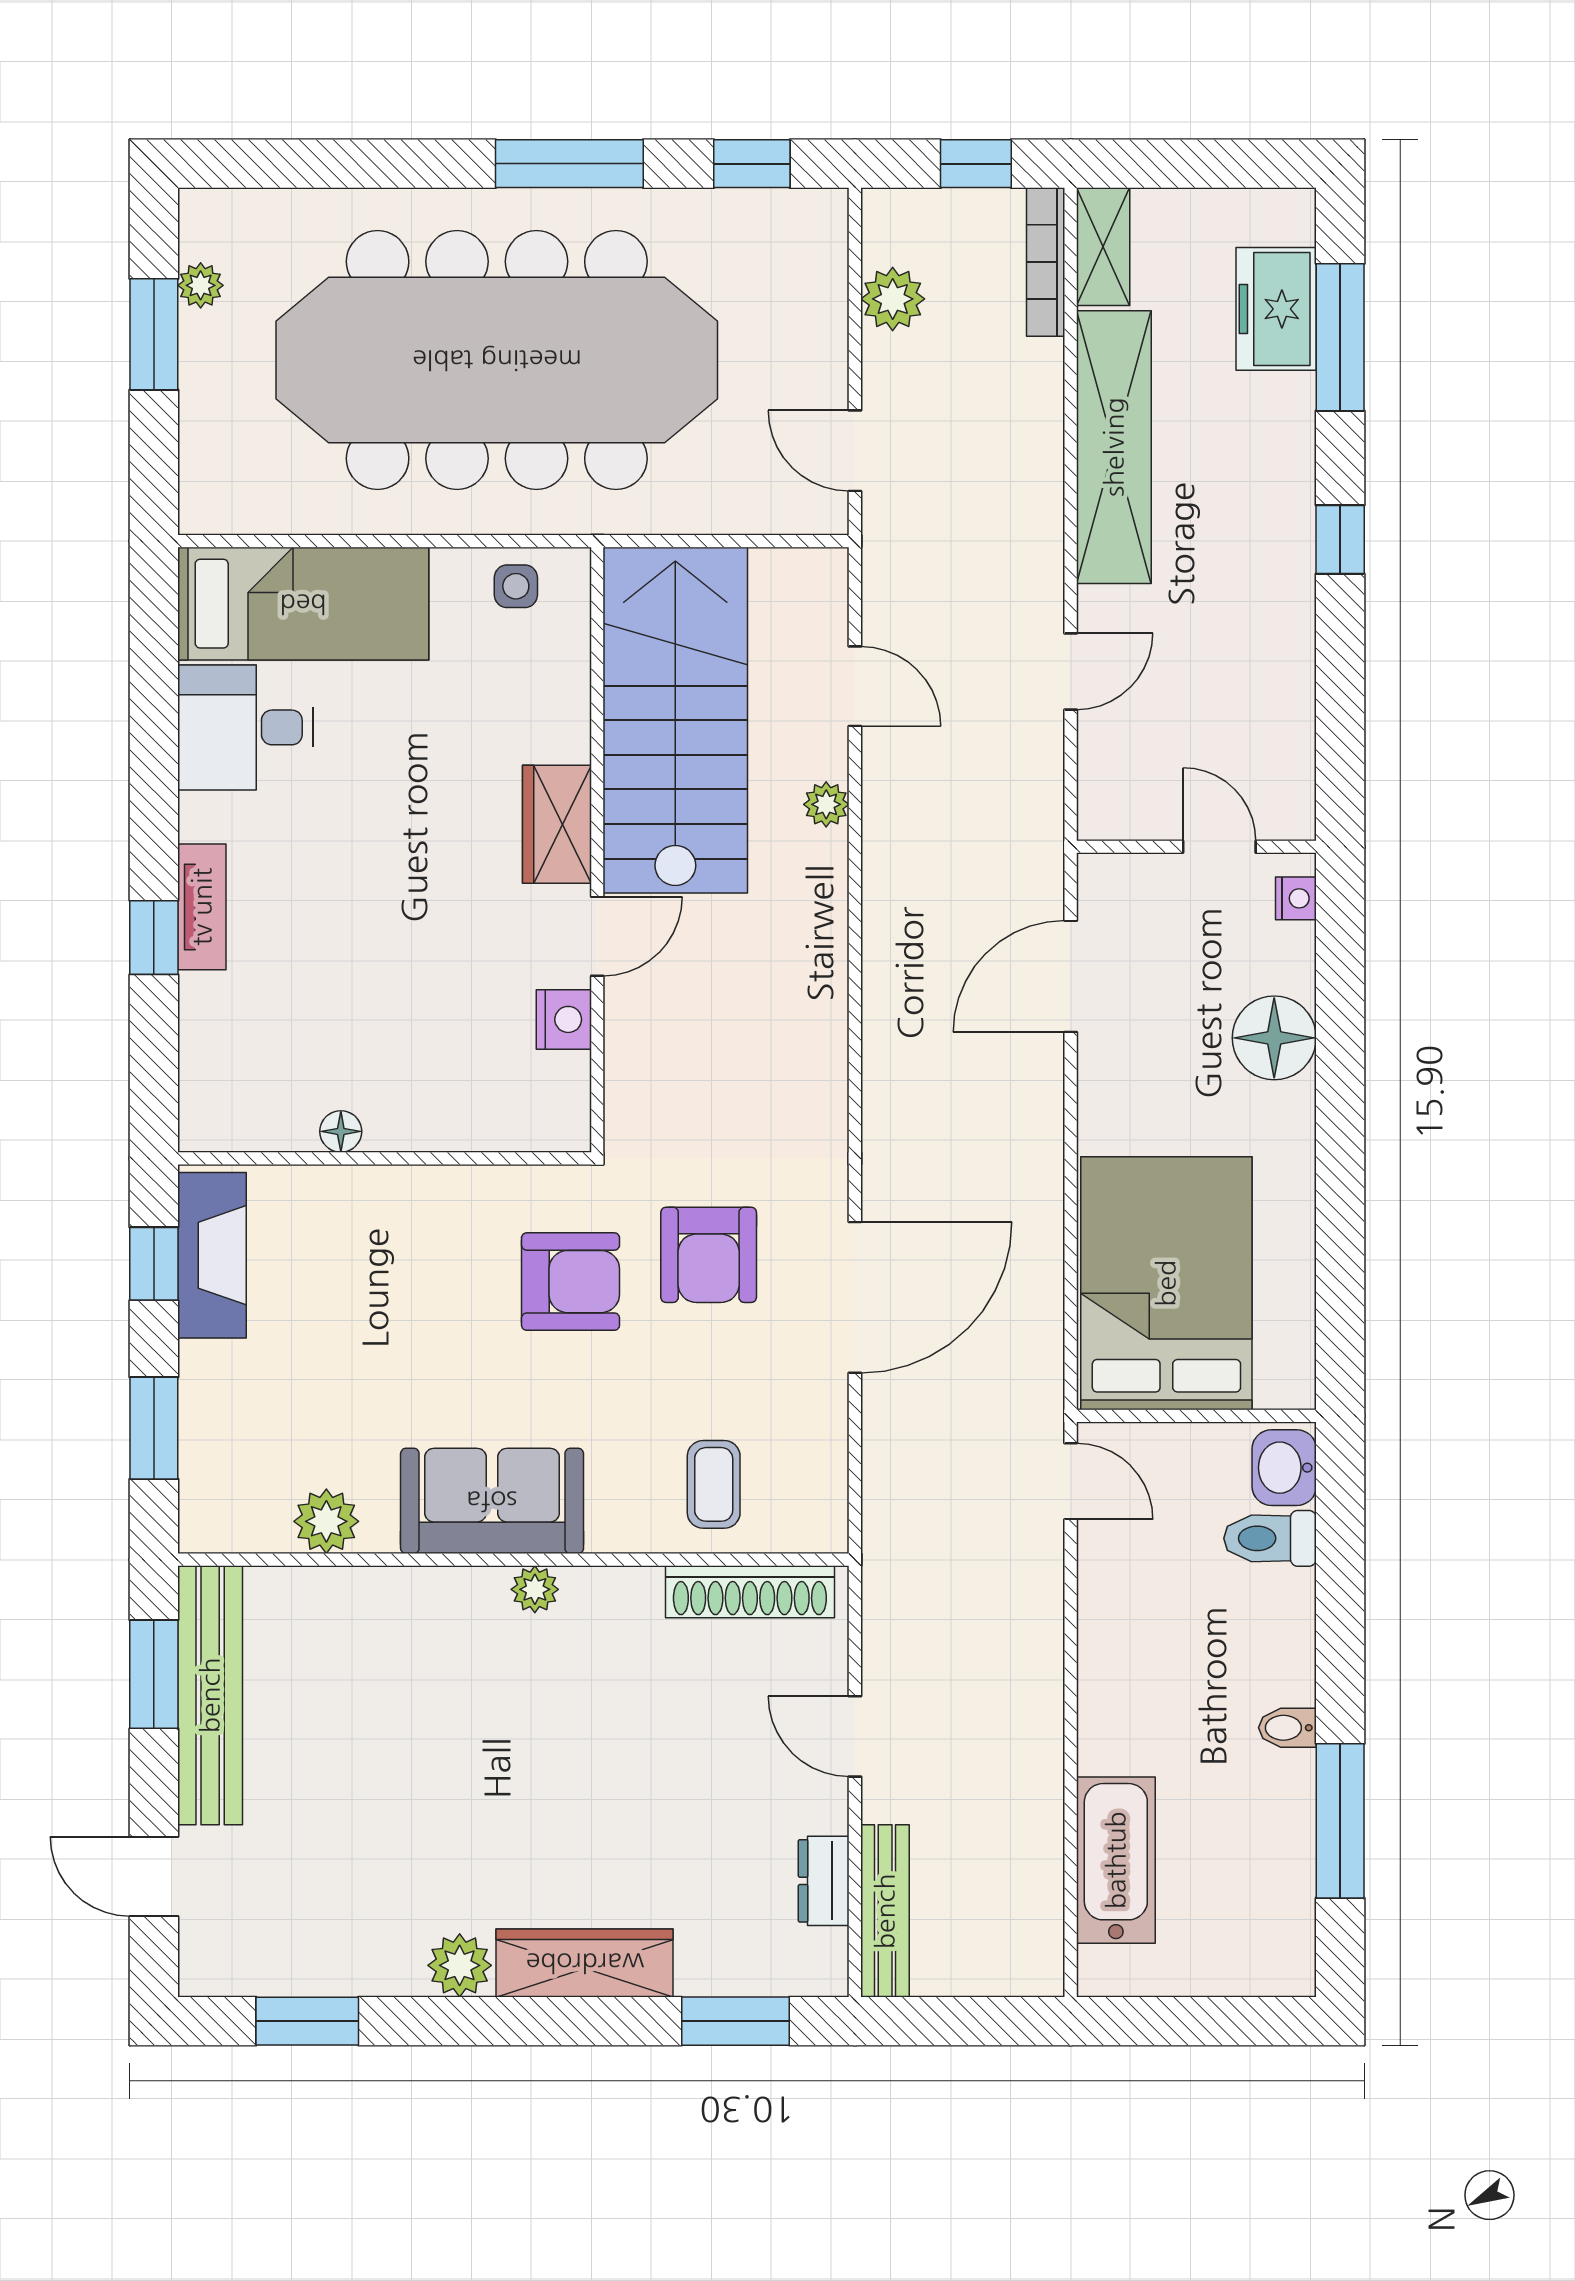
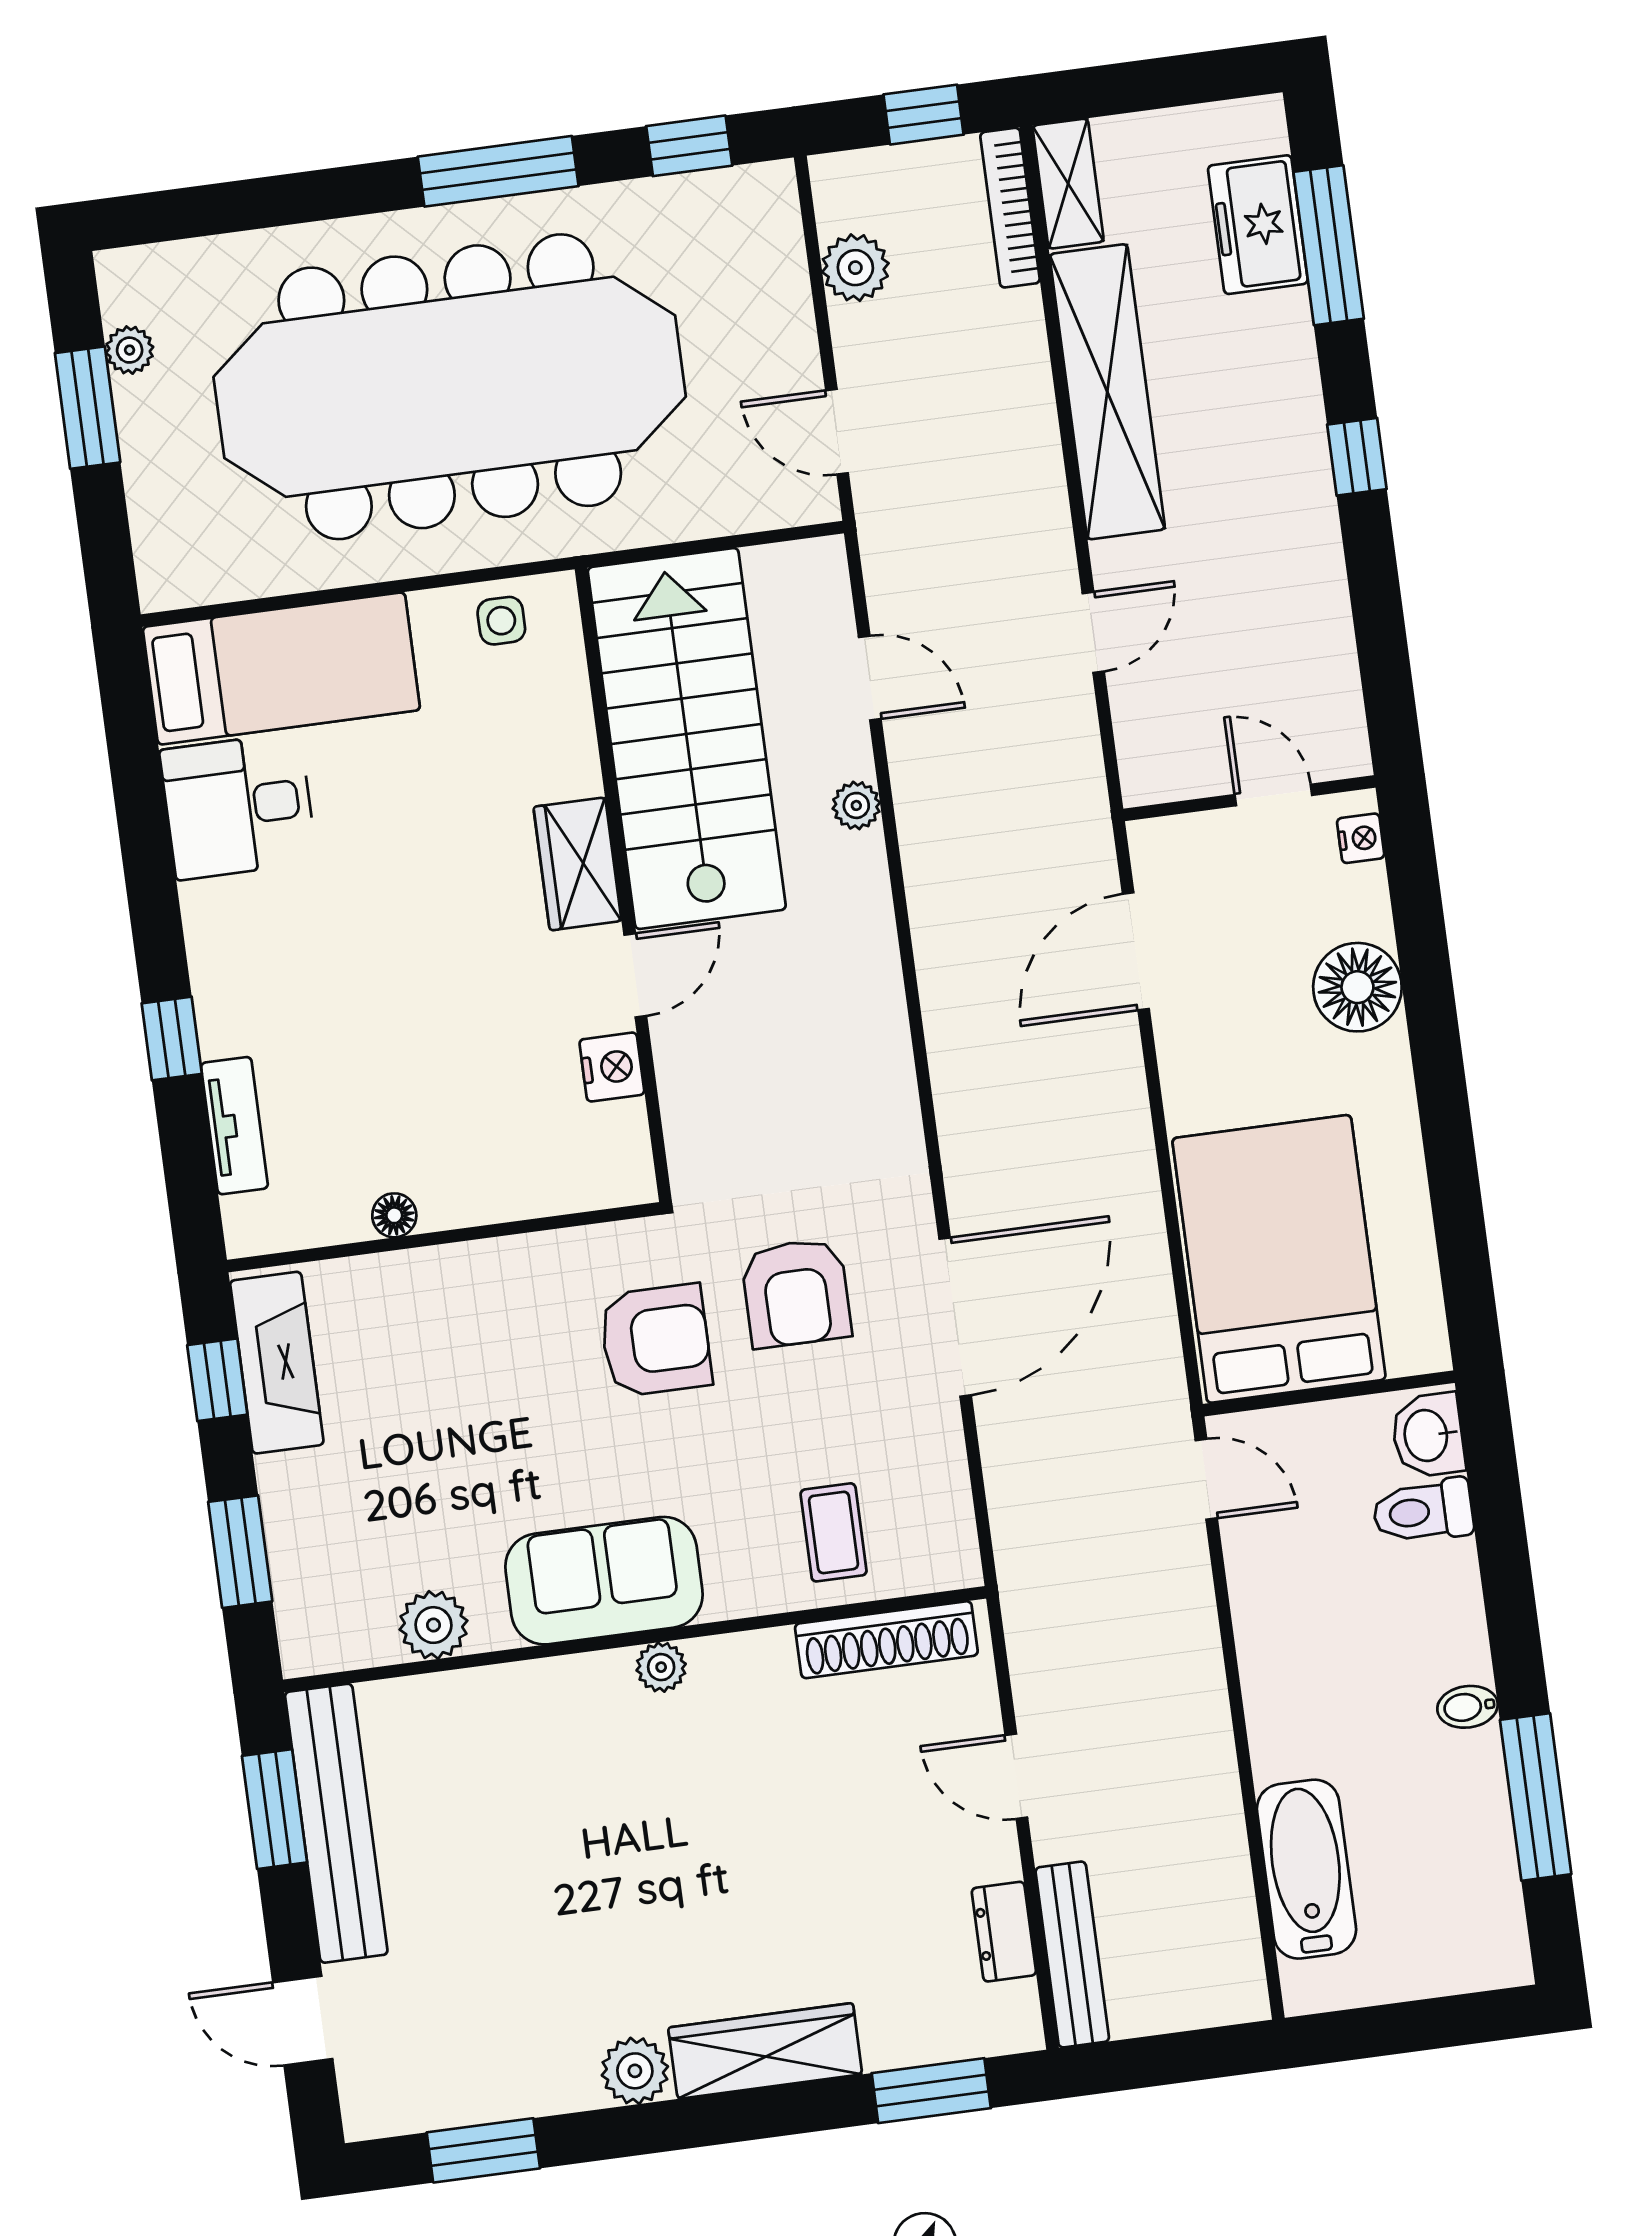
tv unit: (202, 907) -> (234, 1126), moved

